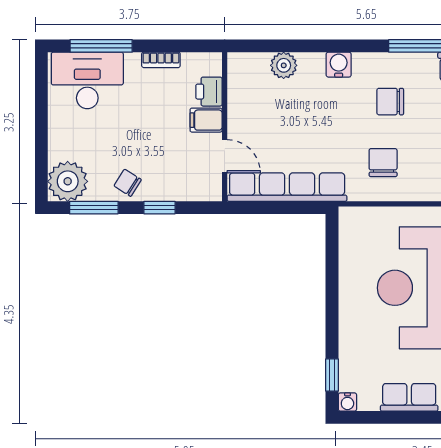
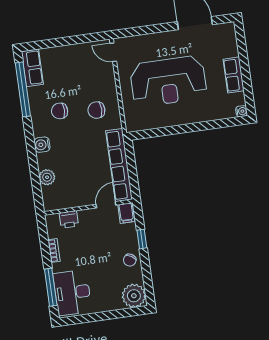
chair: (390, 102) -> (60, 111), turned 90
filing cabinet: (206, 120) -> (126, 213), moved
window: (94, 208) -> (147, 278), removed
window: (332, 375) -> (227, 123), removed

